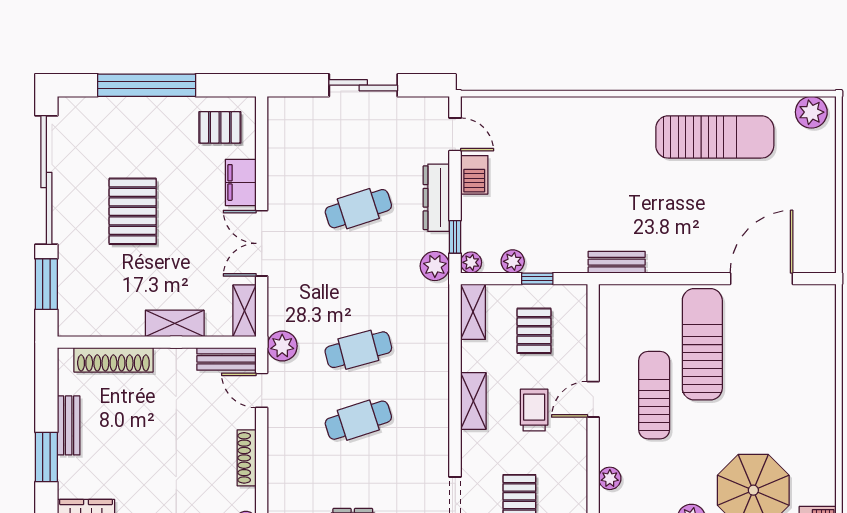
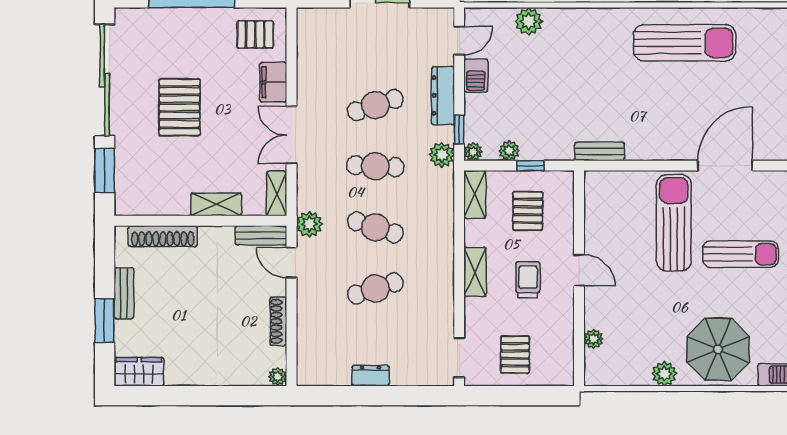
plant: (811, 112) -> (529, 21), moved
door: (455, 134) -> (459, 41), hinge flipped
cafe table: (358, 279) -> (375, 166), added
cafe table: (358, 350) -> (375, 227), turned 33
sun lounger: (654, 395) -> (740, 254), moved, turned 90
door: (593, 399) -> (579, 270), swing flipped

